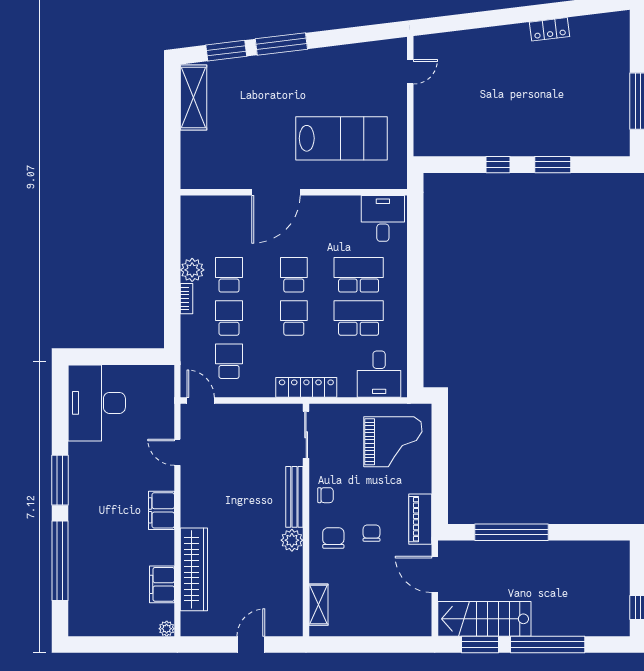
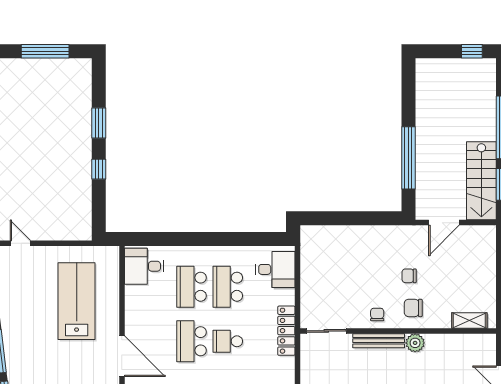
school desk: (294, 275) -> (191, 341), width x1.85
grand piano: (393, 442) -> (332, 258), removed
piano: (420, 519) -> (397, 235), removed

